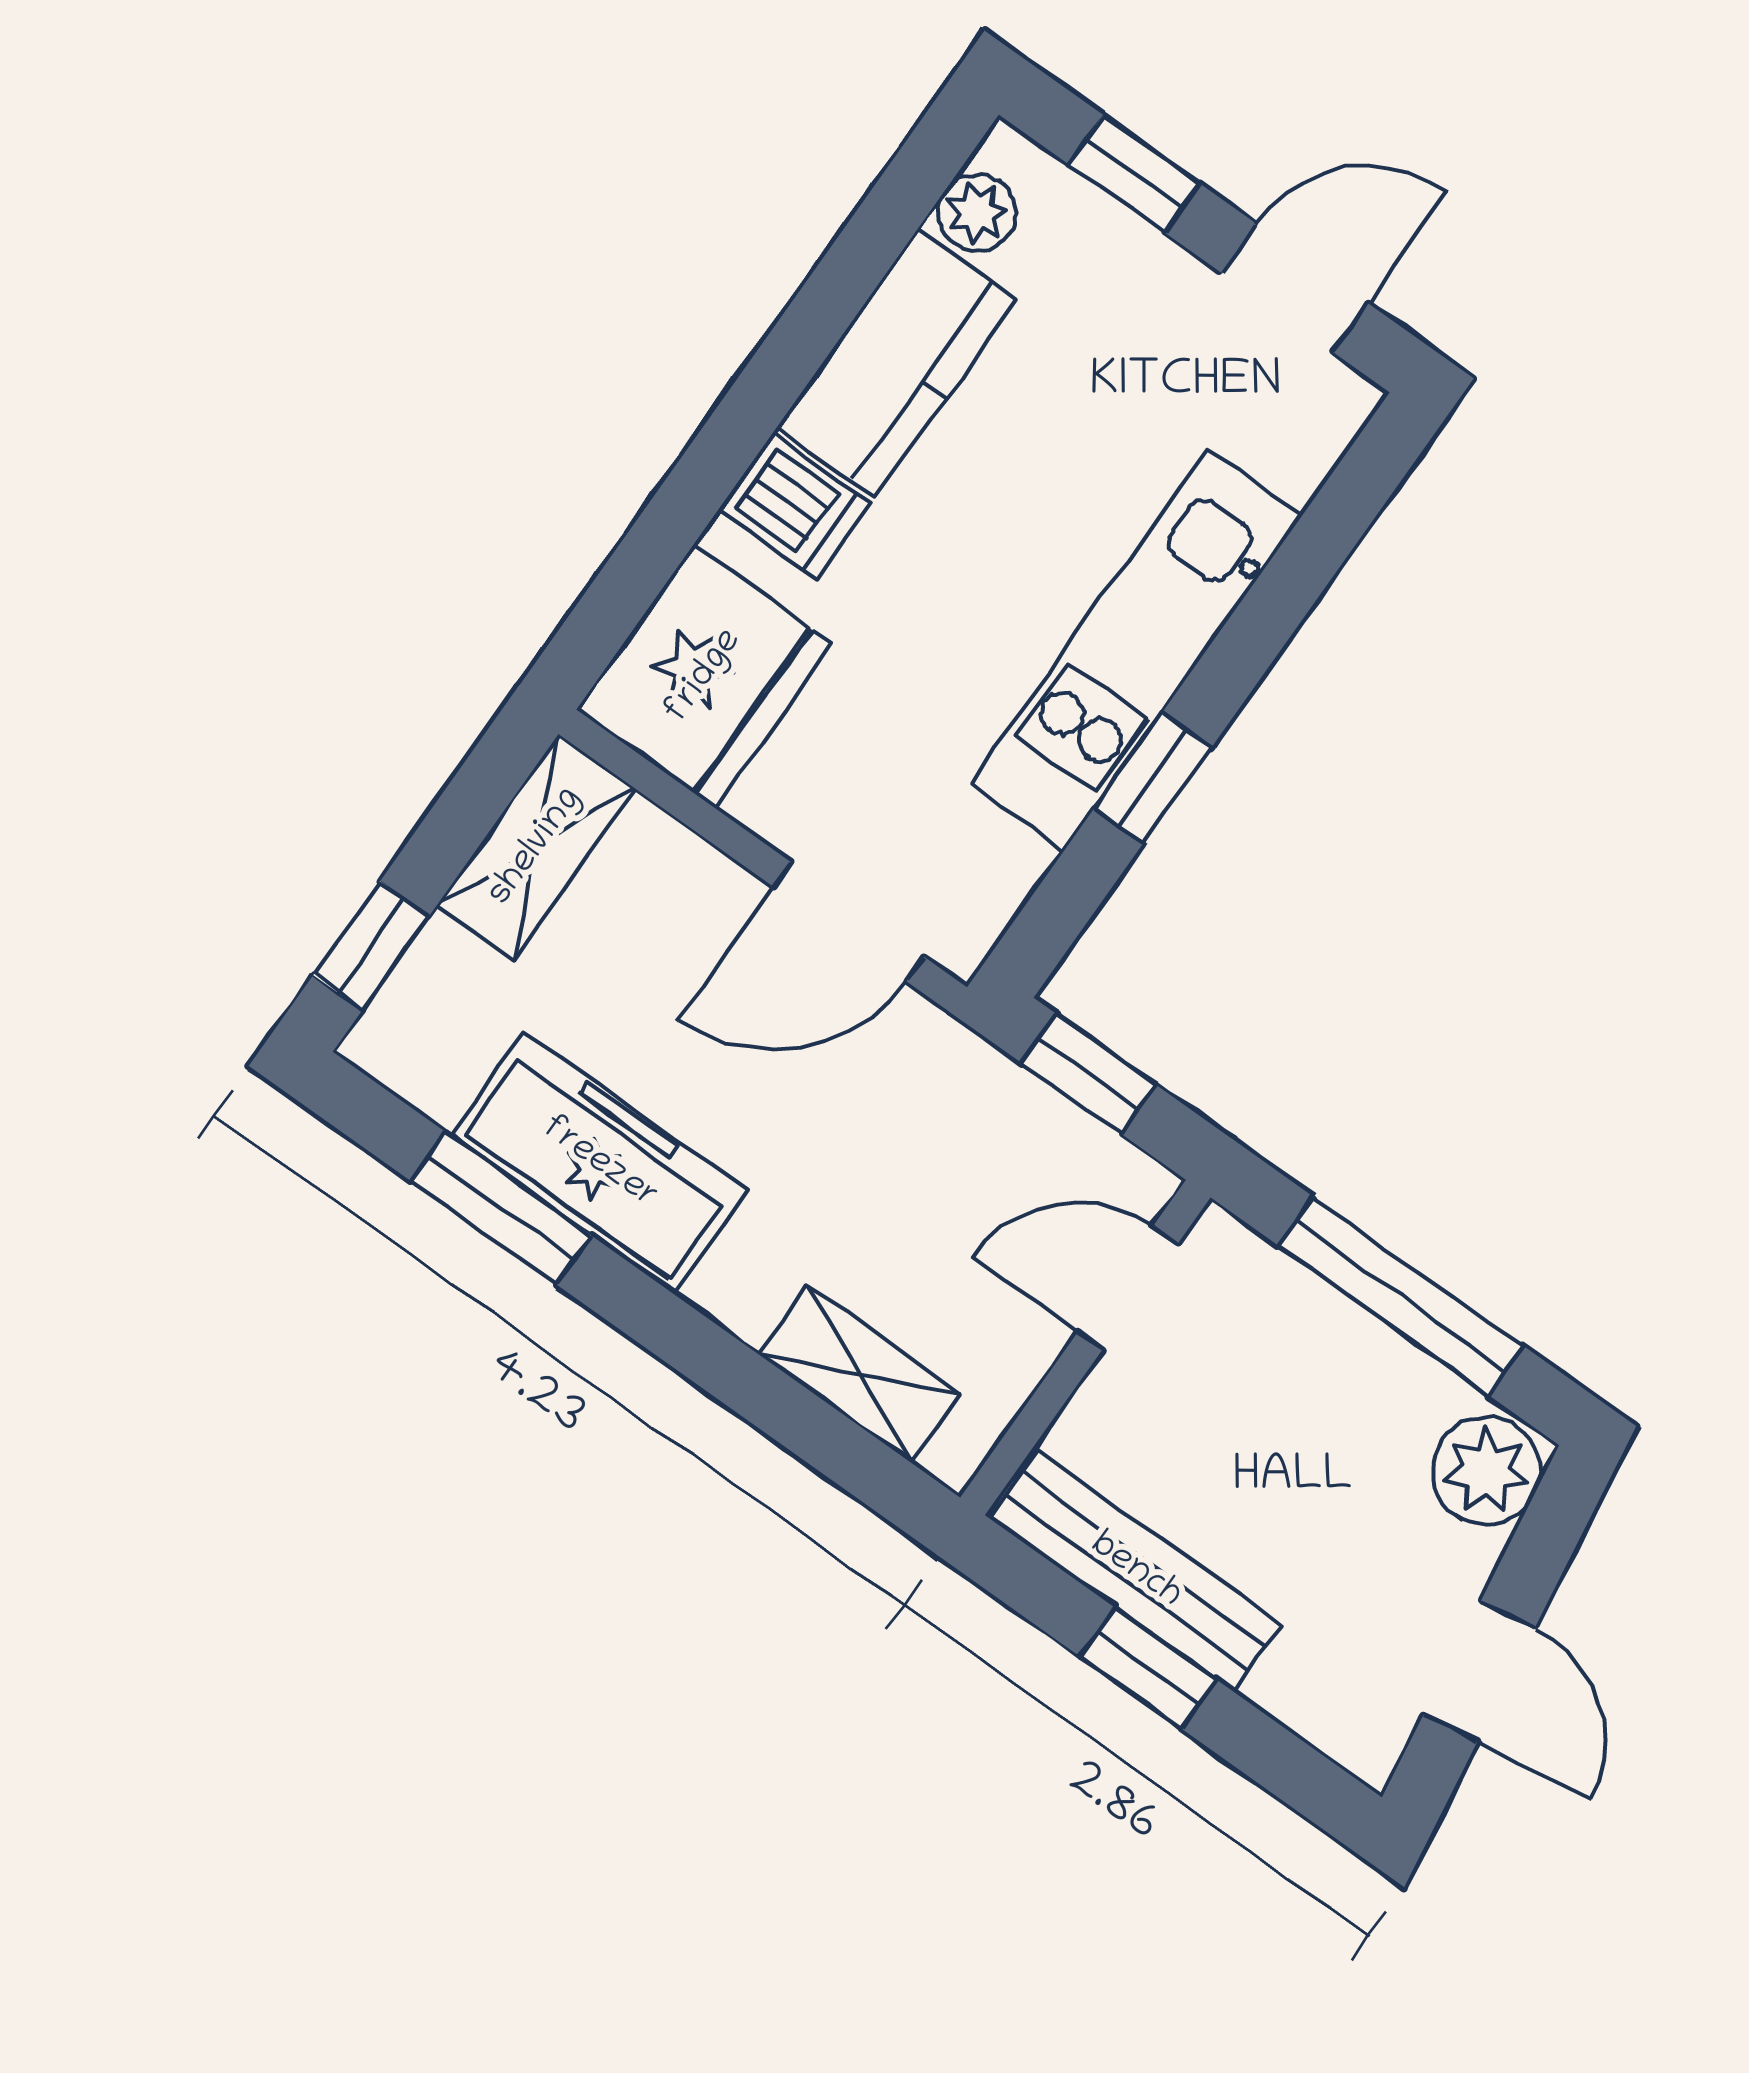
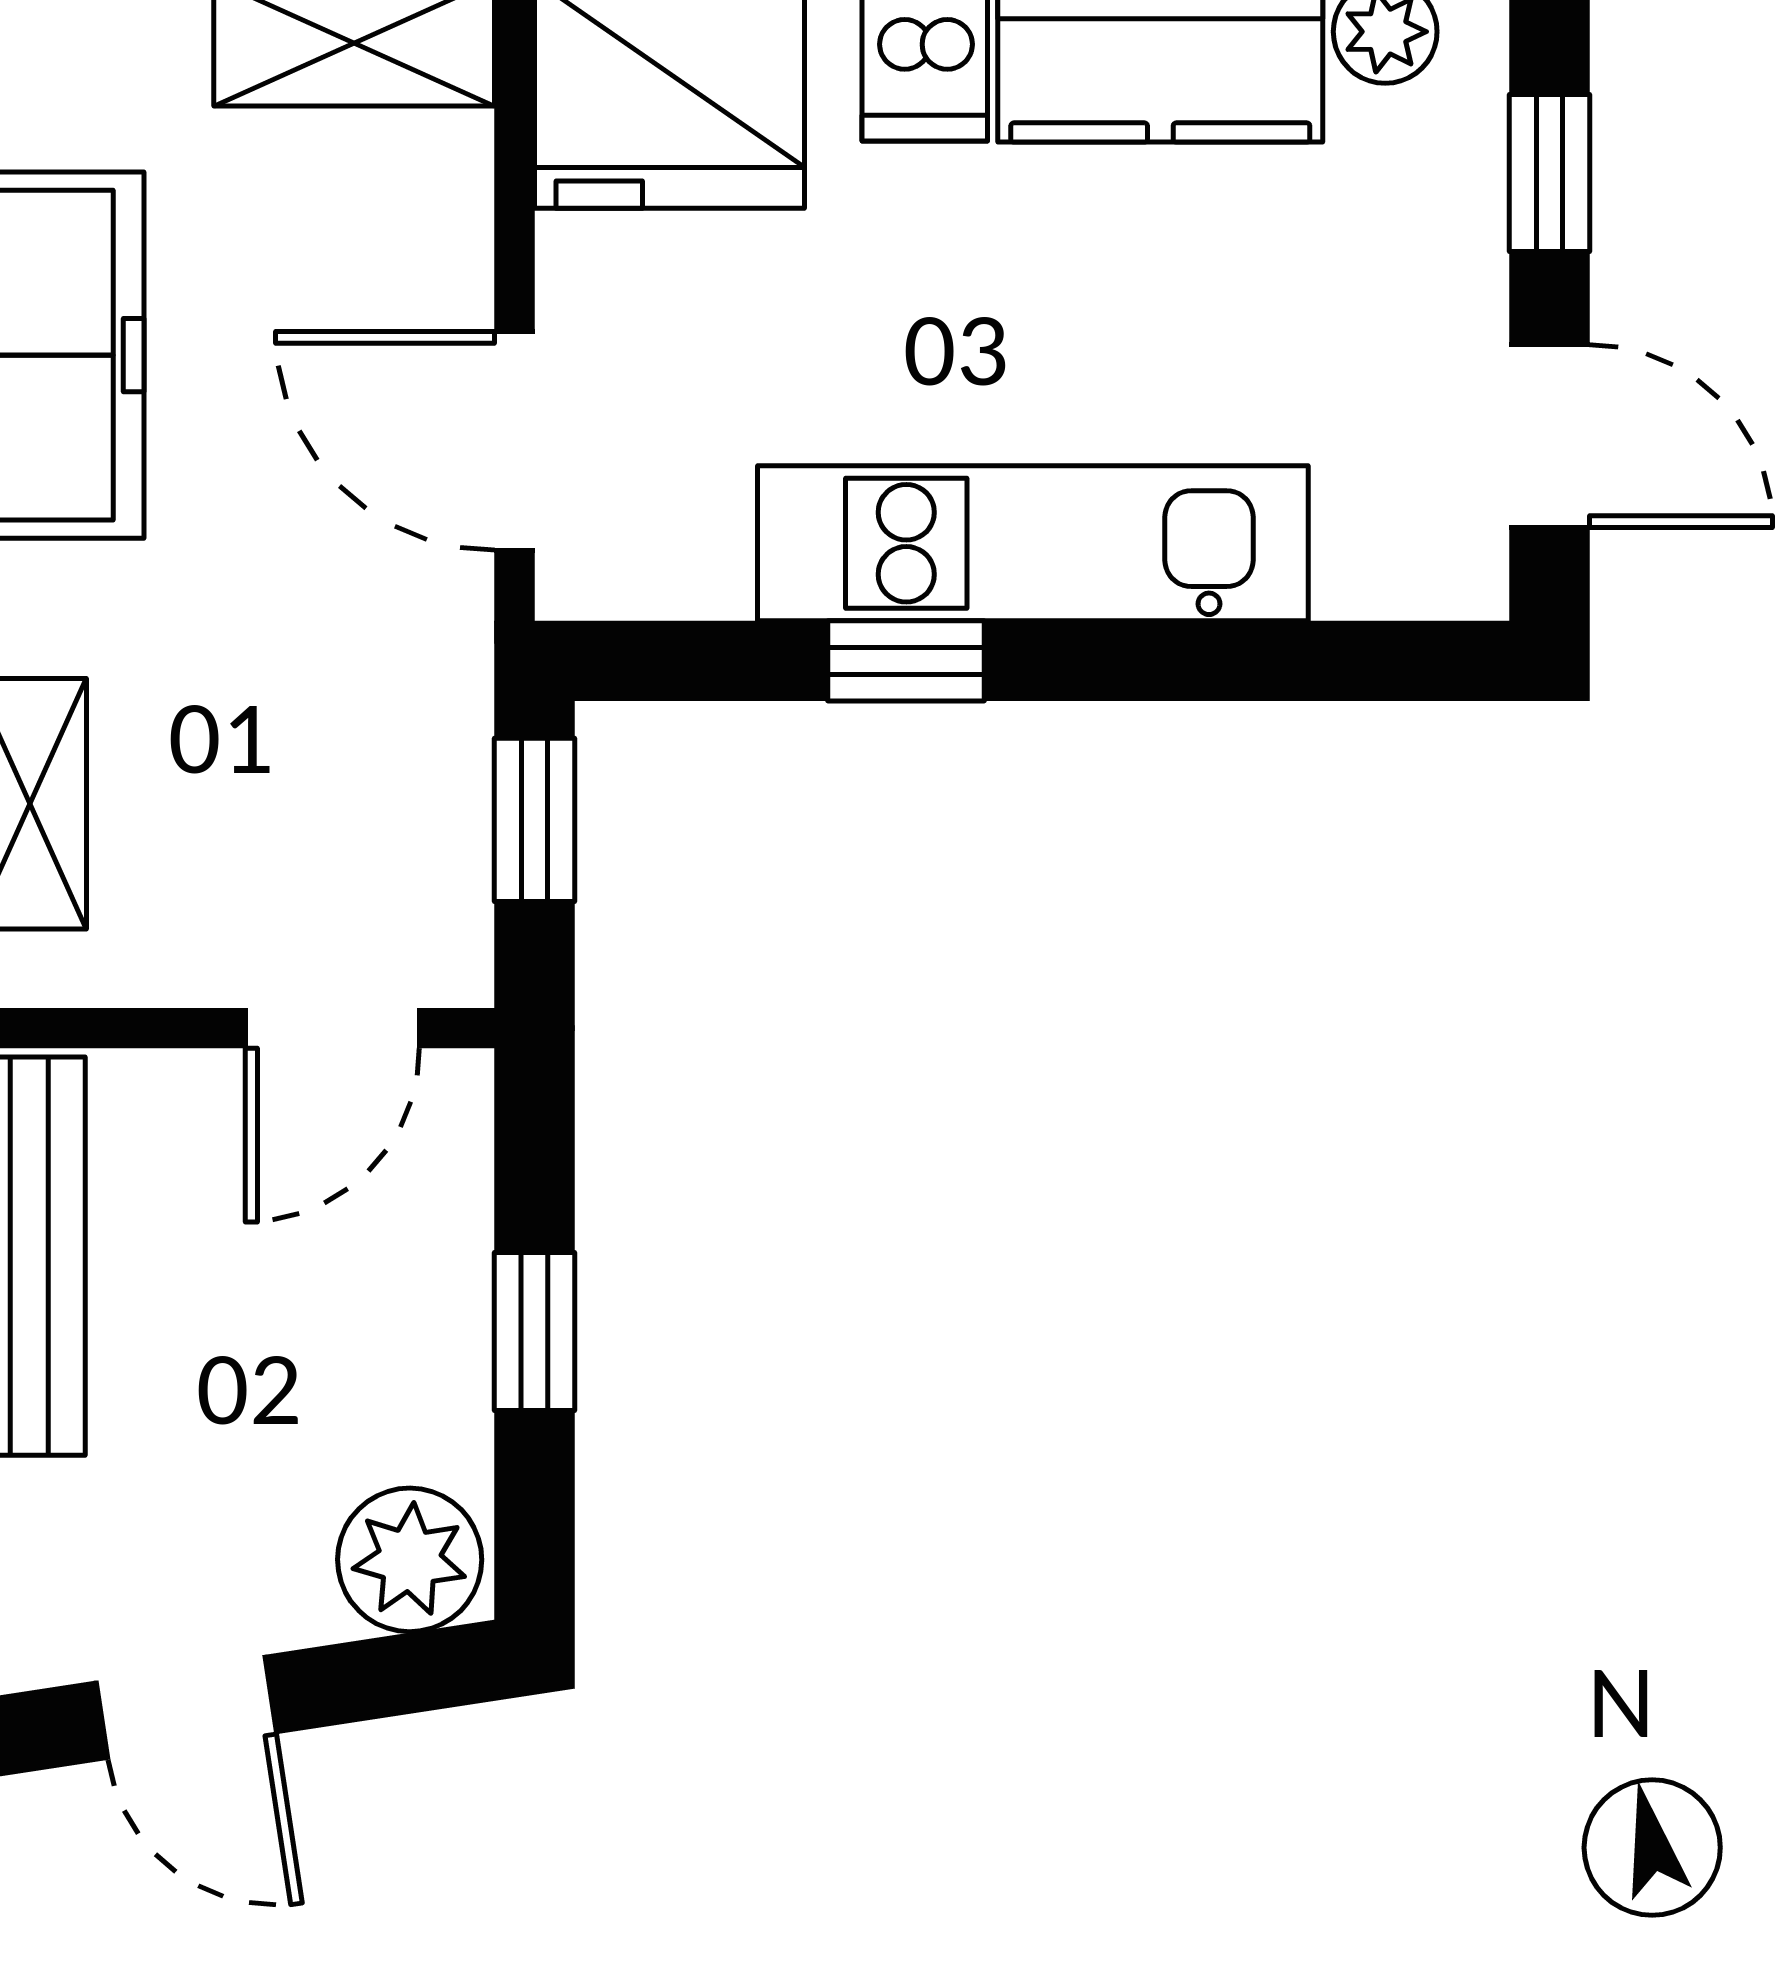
door: (1128, 1288) -> (332, 1028), swing flipped
window: (1401, 1296) -> (535, 1331), width x0.46
door: (1479, 1671) -> (186, 1707), hinge flipped

